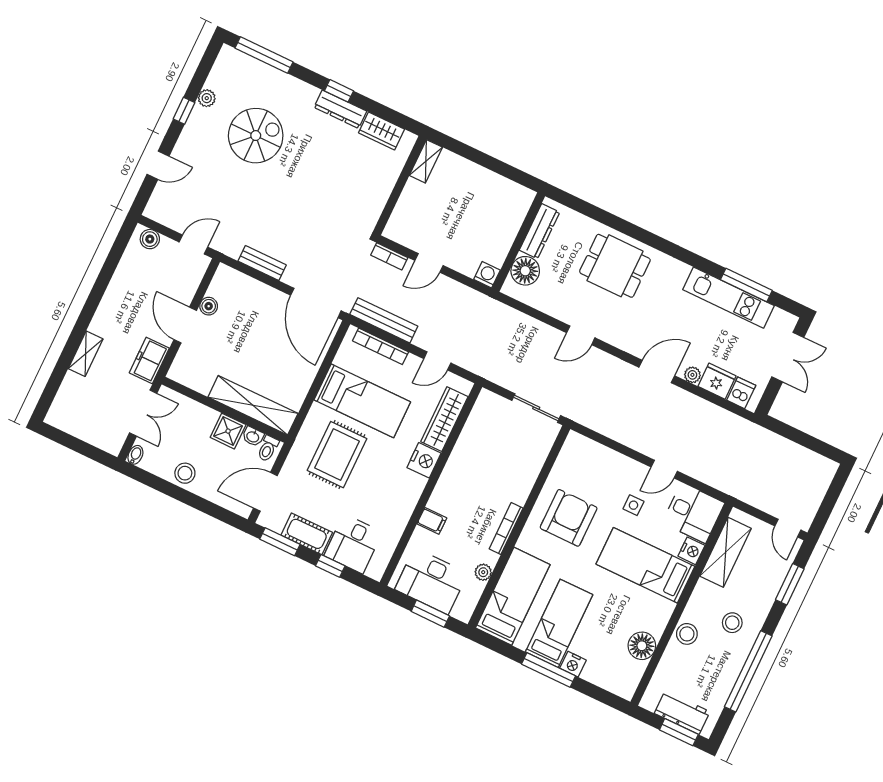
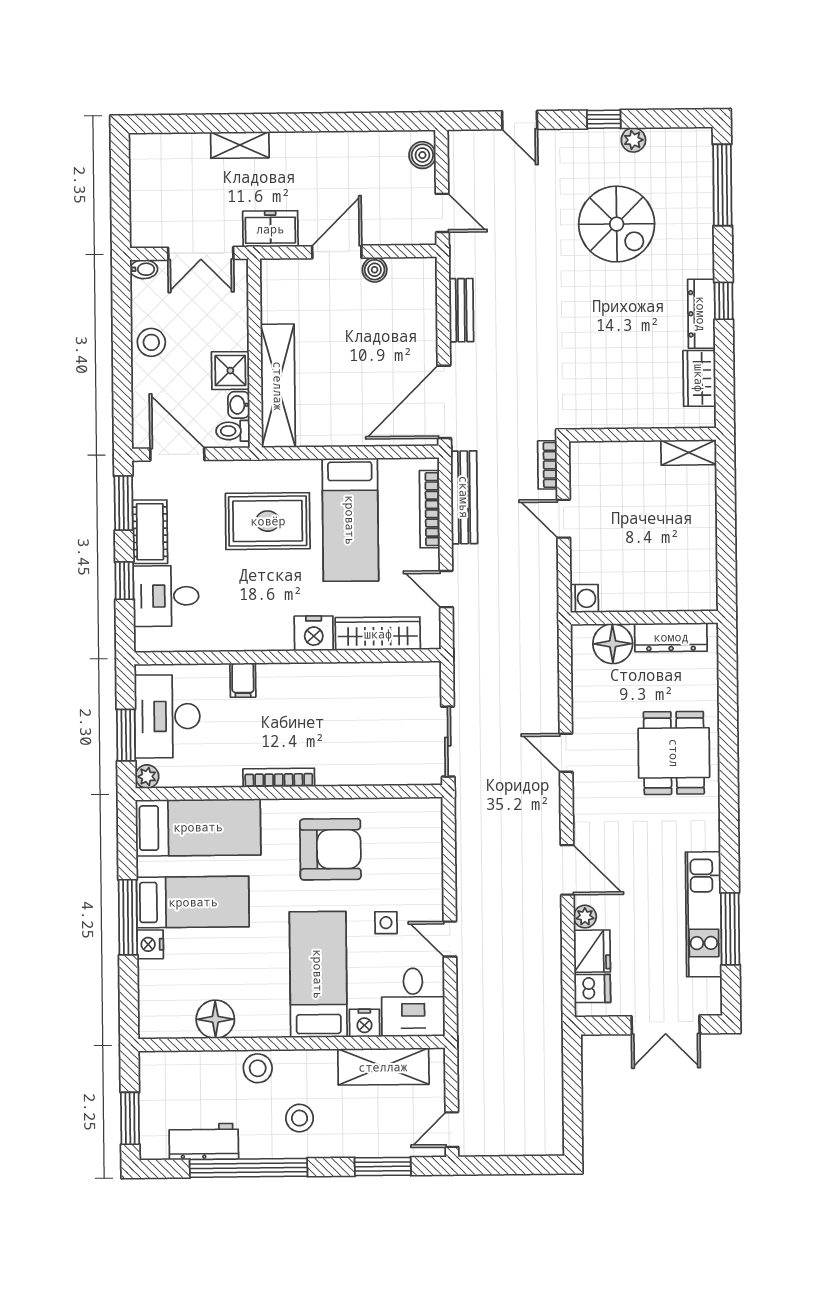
plant: (483, 572) -> (147, 776), moved
workbench: (682, 712) -> (204, 1142), moved, turned -90

